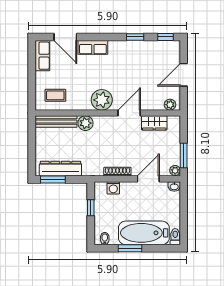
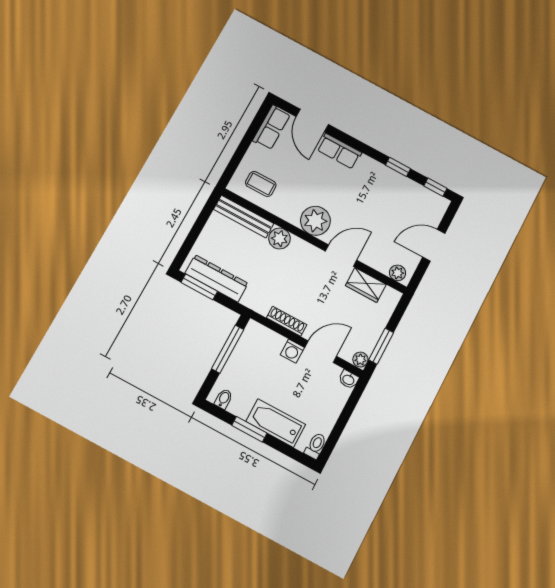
washing machine: (113, 188) -> (292, 351), moved
window: (91, 208) -> (228, 349), width x2.17
bathtub: (144, 233) -> (276, 423), width x0.73, depth x0.73

